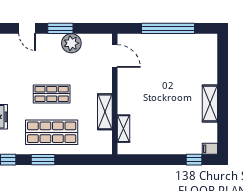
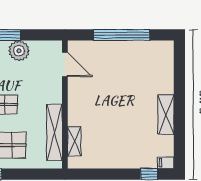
shelving: (105, 112) -> (54, 132), width x1.47

